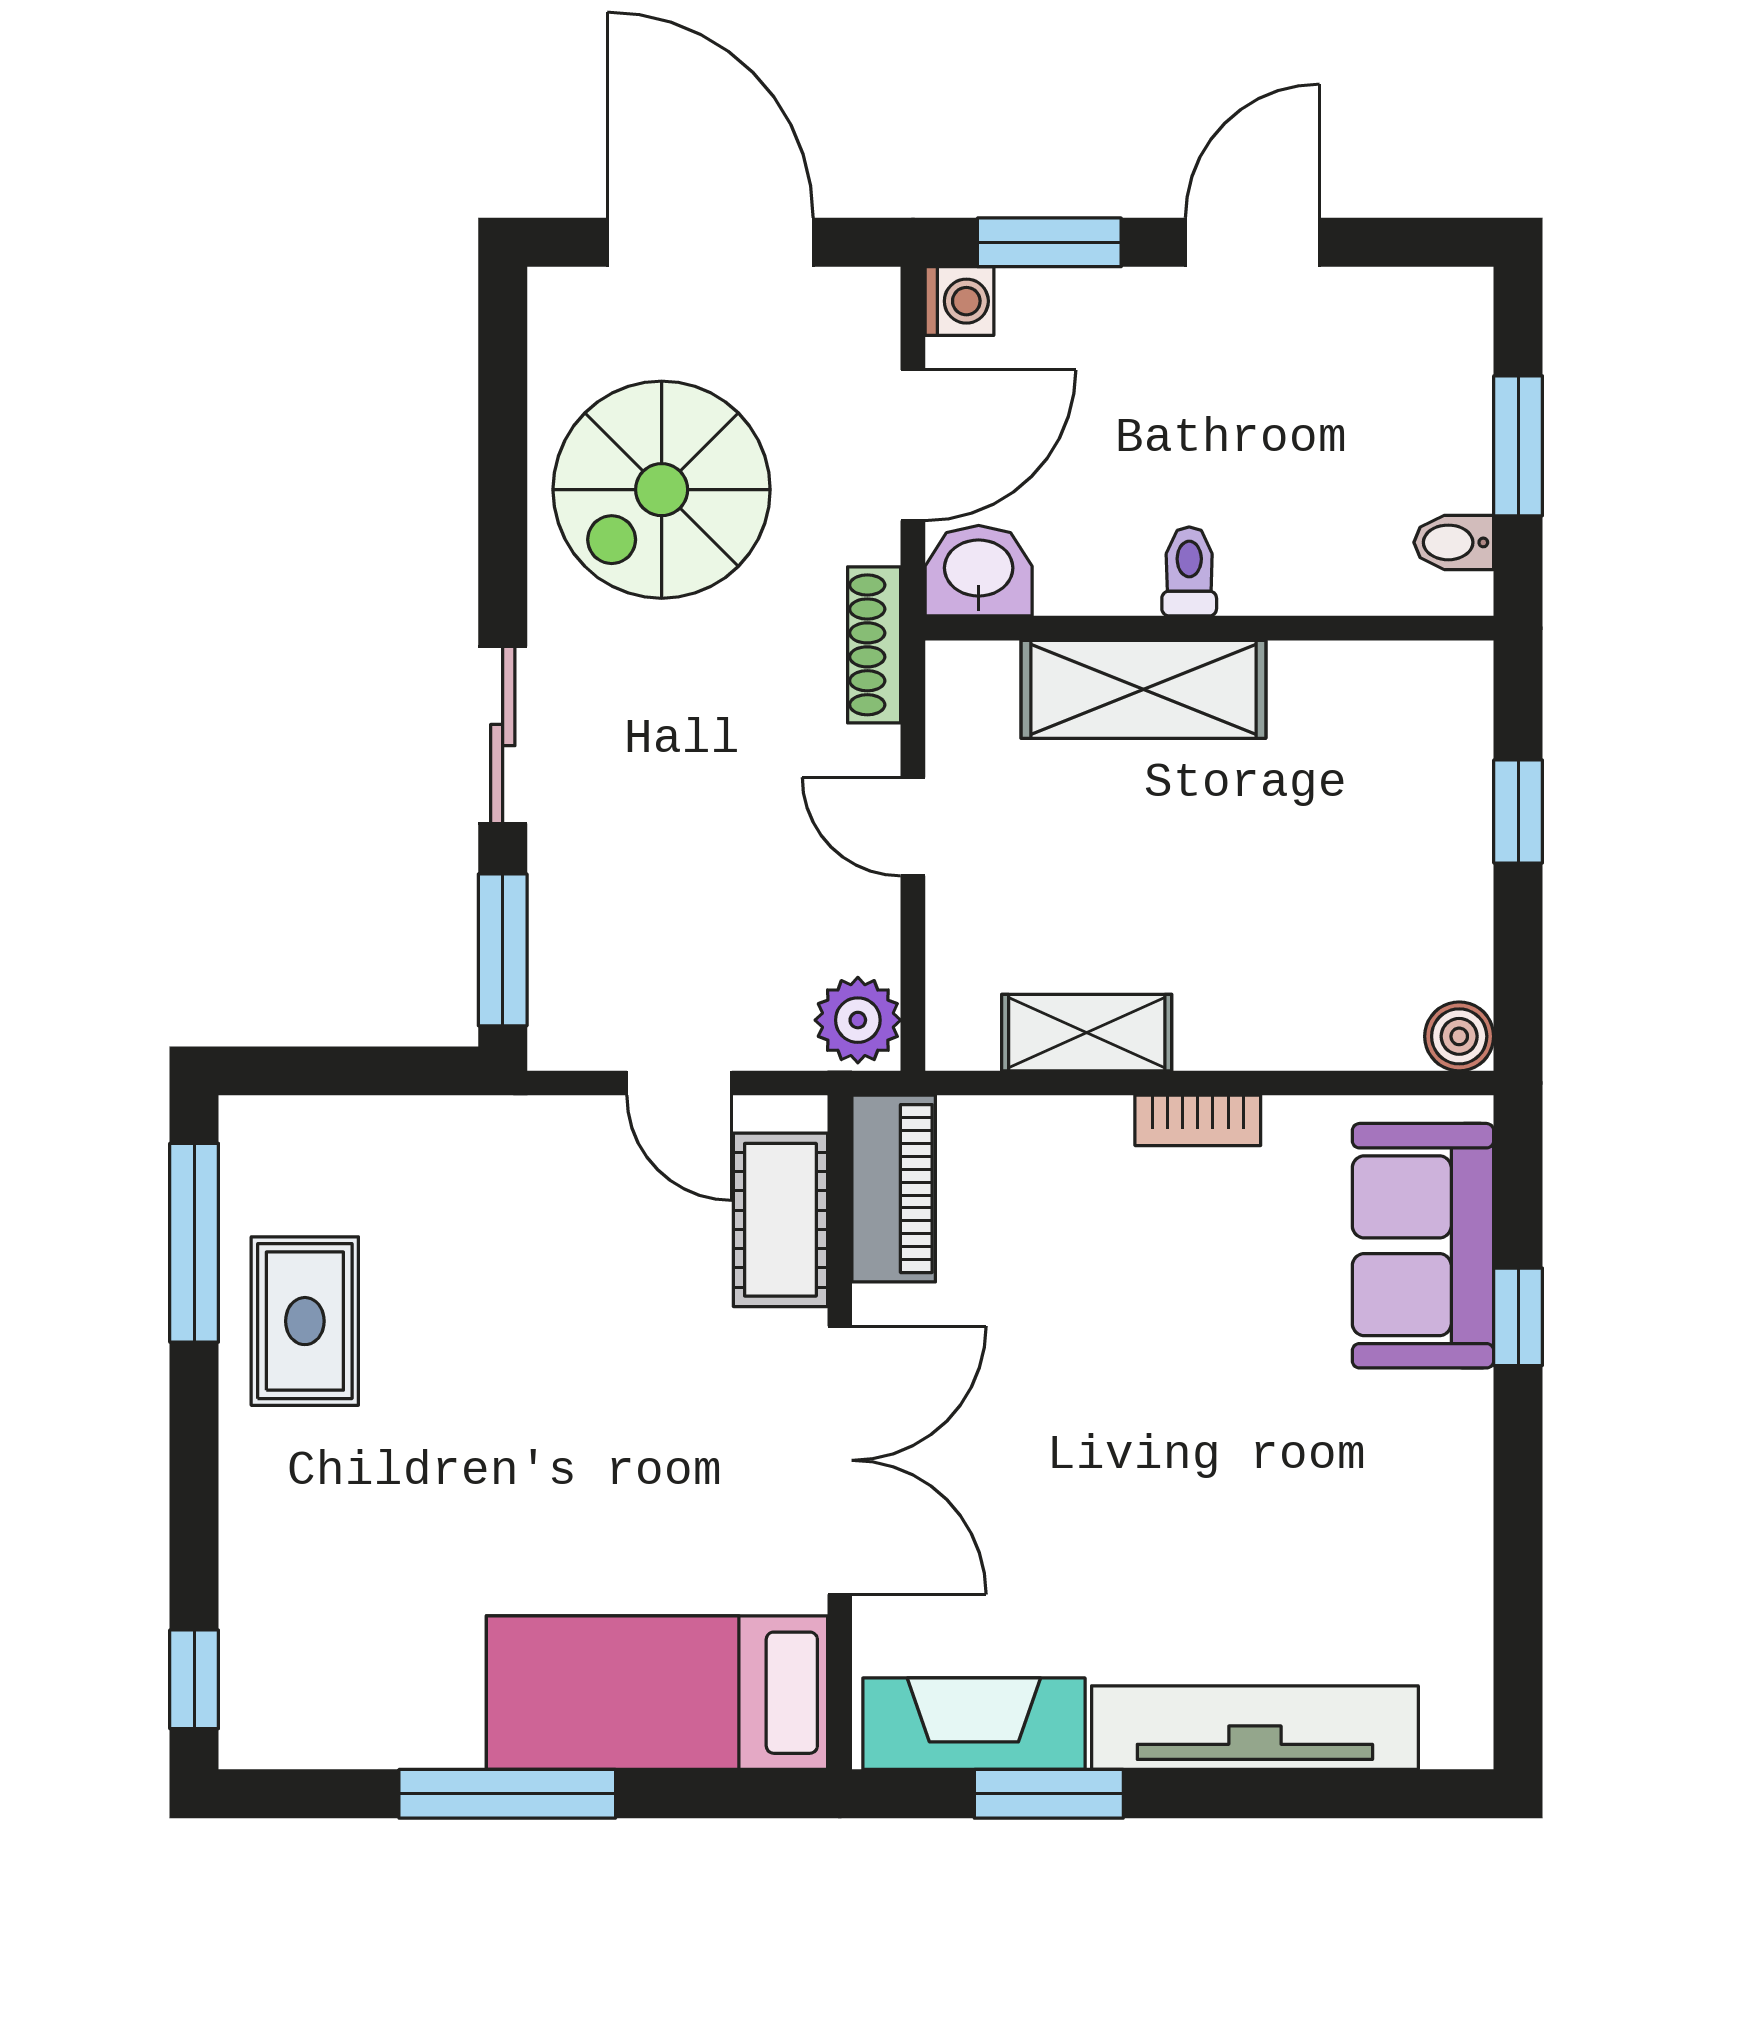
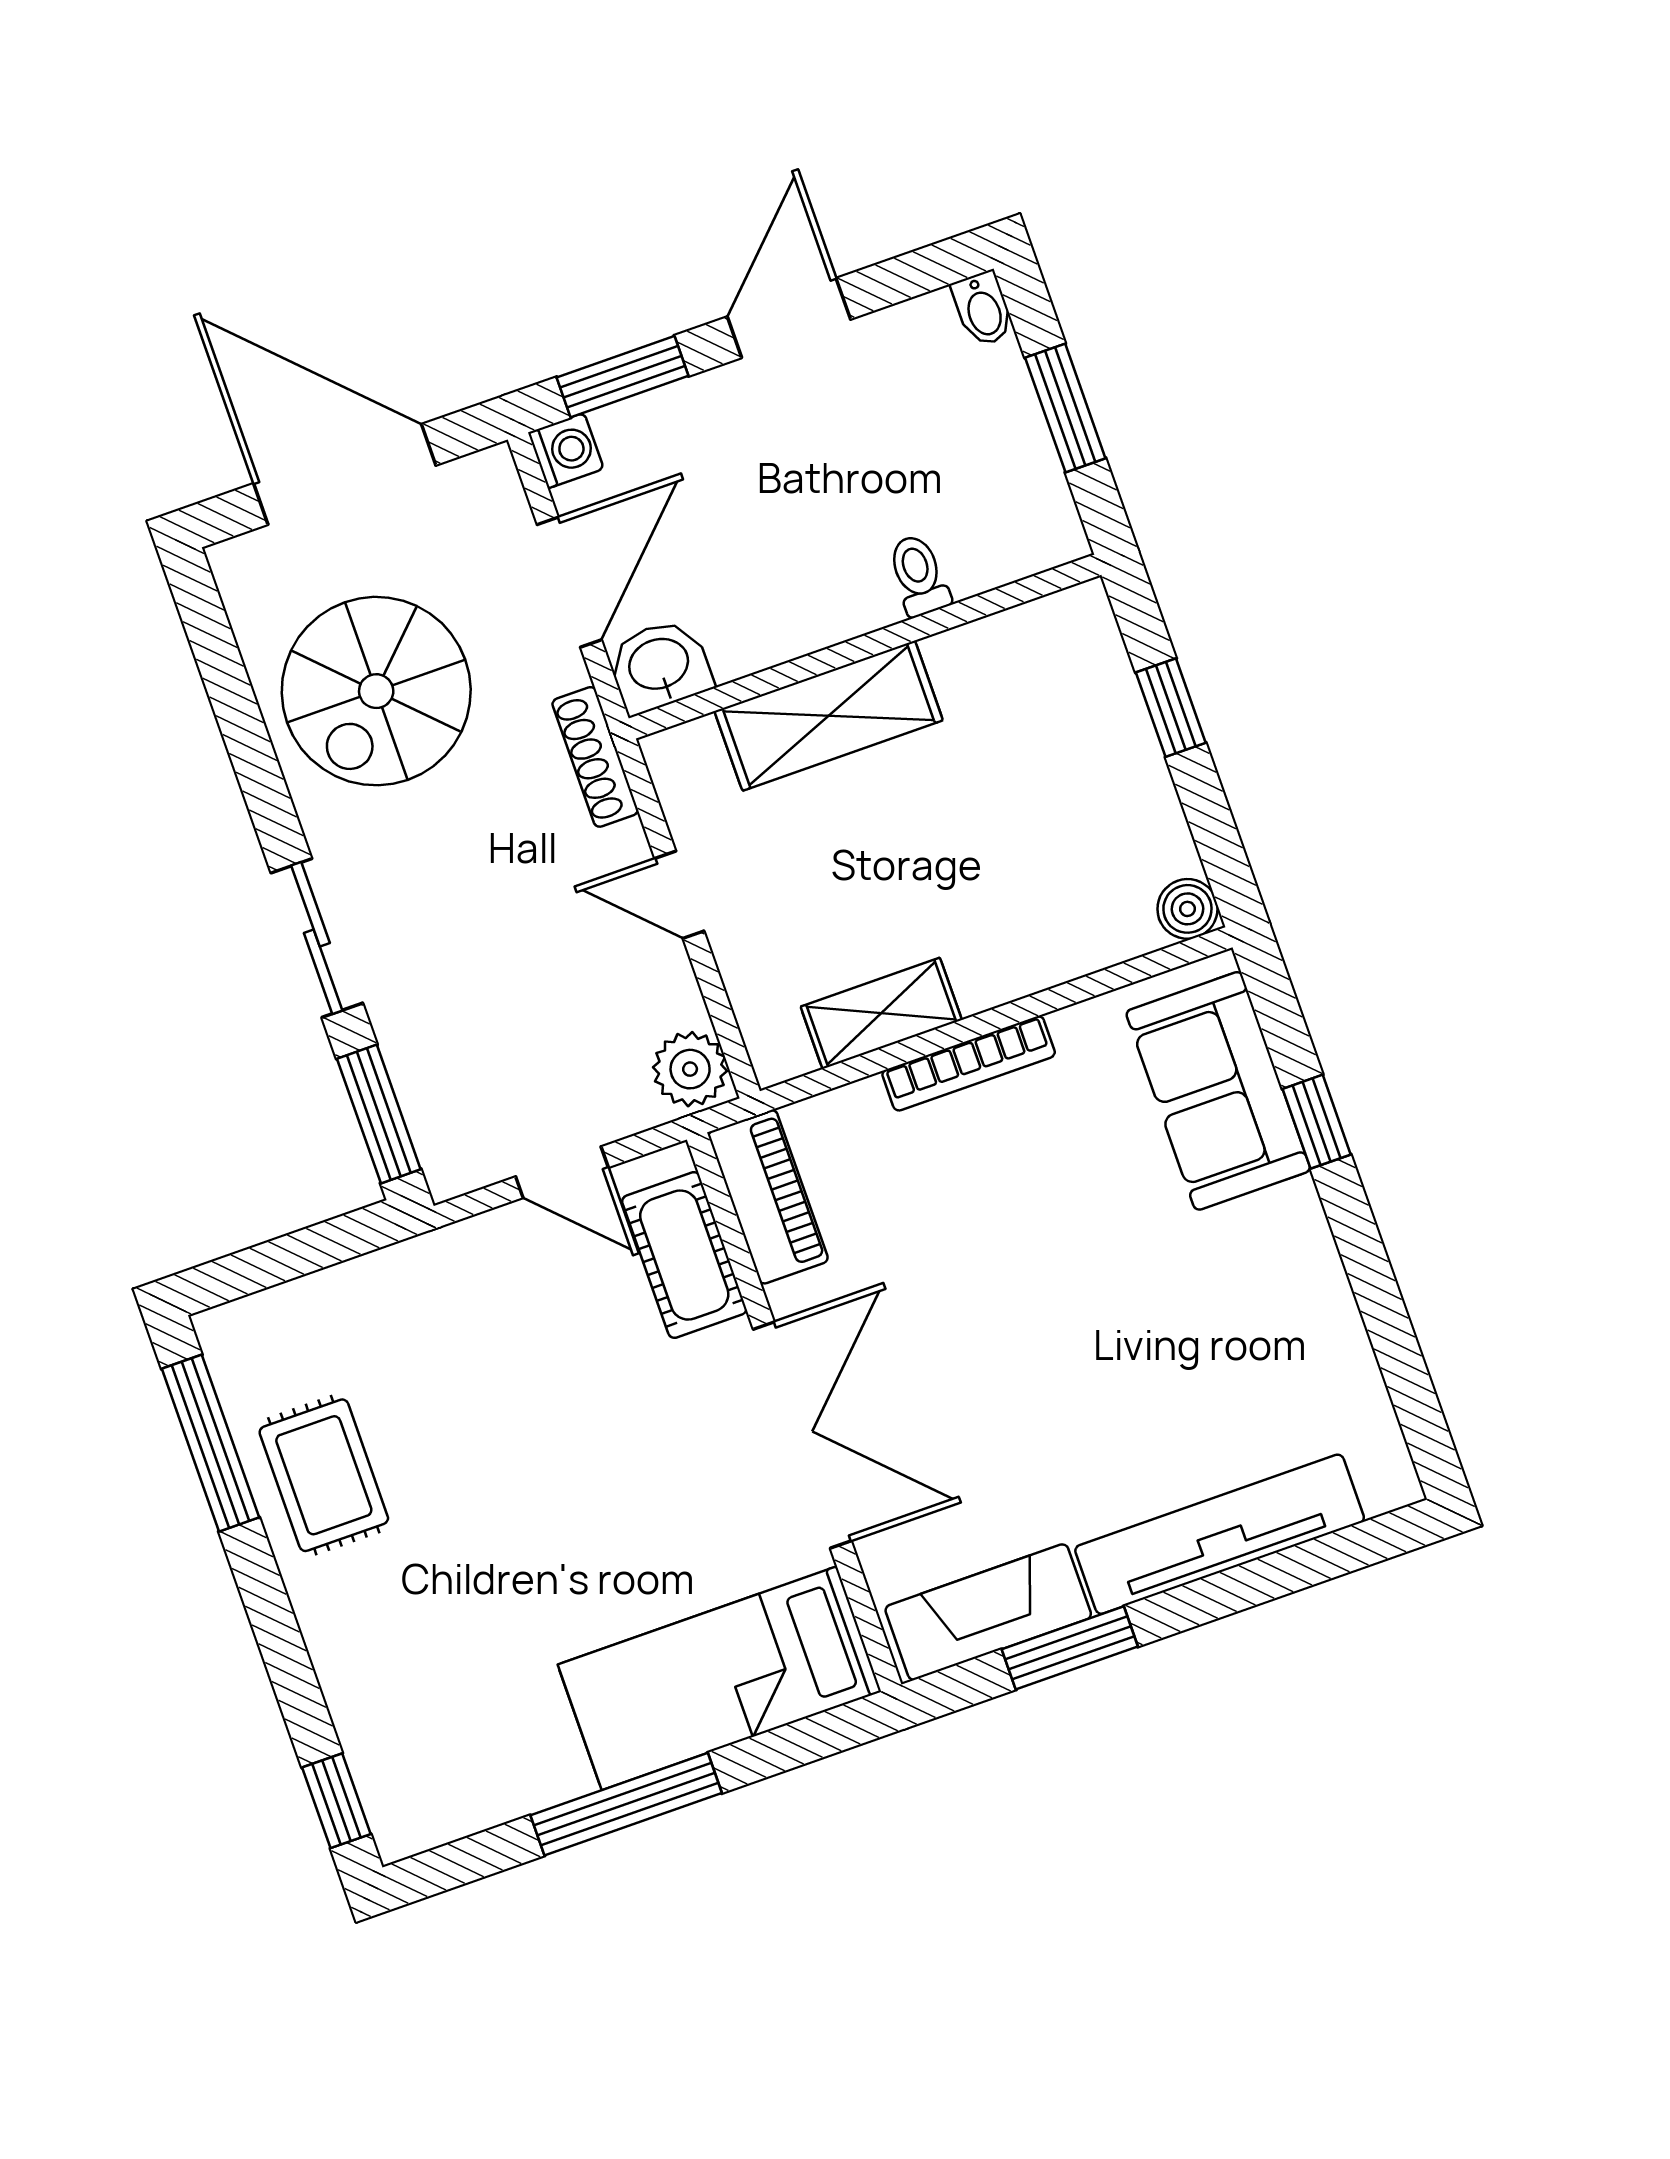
bidet: (1454, 542) -> (983, 309), moved, turned -90
toilet: (1189, 571) -> (919, 575), moved
bookcase: (1198, 1120) -> (969, 1063), width x1.56

